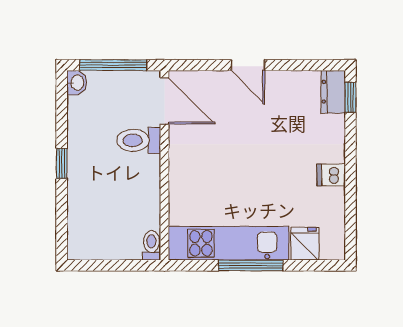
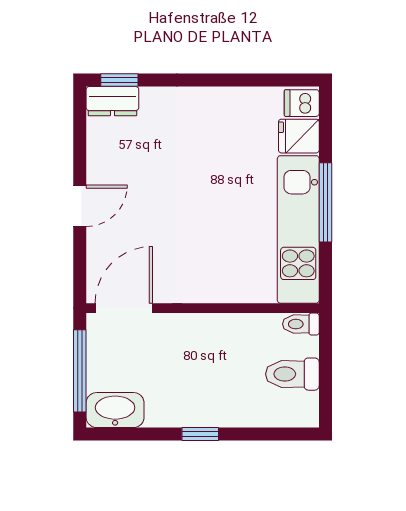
washbasin: (77, 83) -> (115, 410), width x1.91, depth x1.45
toilet: (139, 140) -> (292, 374), moved, turned 90
dishwasher: (331, 175) -> (302, 103), moved, turned 90

